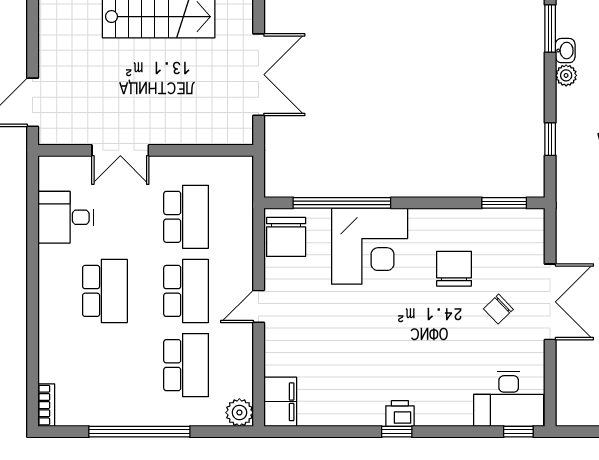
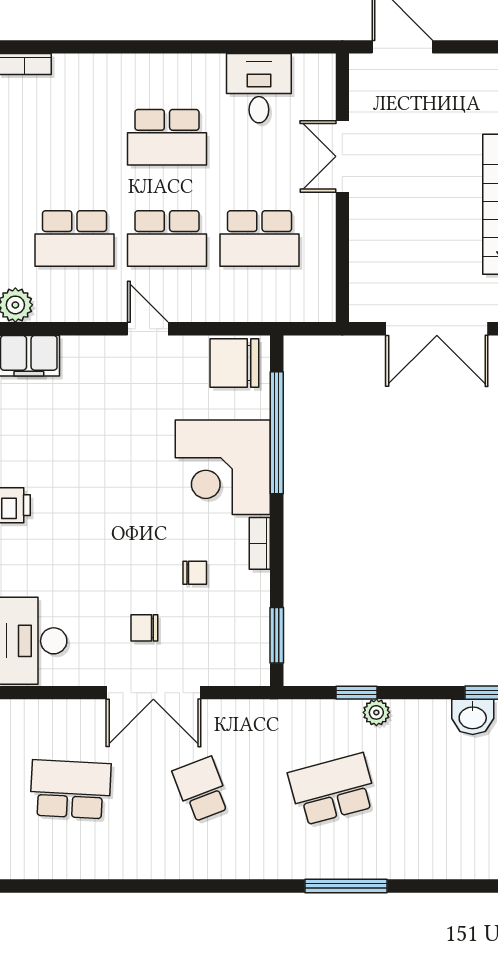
washbasin: (565, 51) -> (473, 717), width x1.38, depth x1.45
plant: (566, 75) -> (376, 712), moved
bookcase: (431, 217) -> (260, 543), added
chair: (454, 269) -> (195, 573), width x0.54, depth x0.54
chair: (498, 309) -> (144, 628), turned -46

